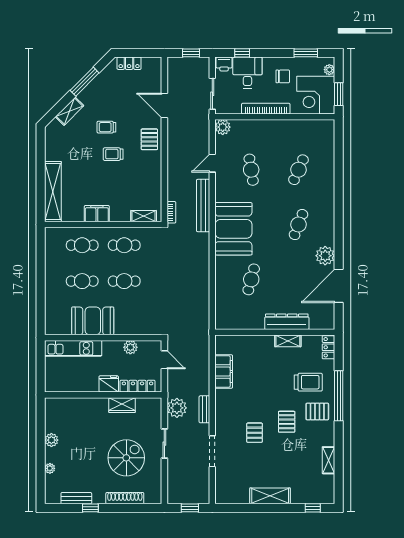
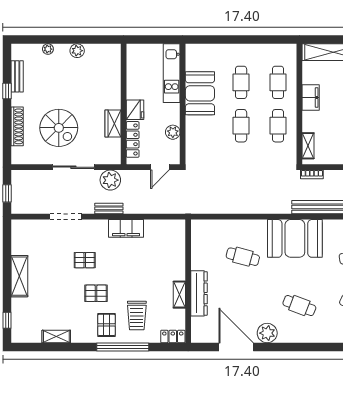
filing cabinet: (224, 372) -> (126, 228), moved
sliding door: (164, 444) -> (73, 167), width x1.37

